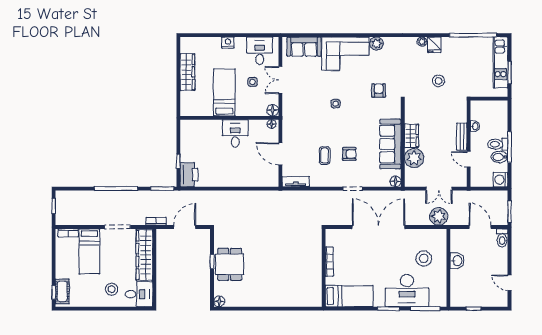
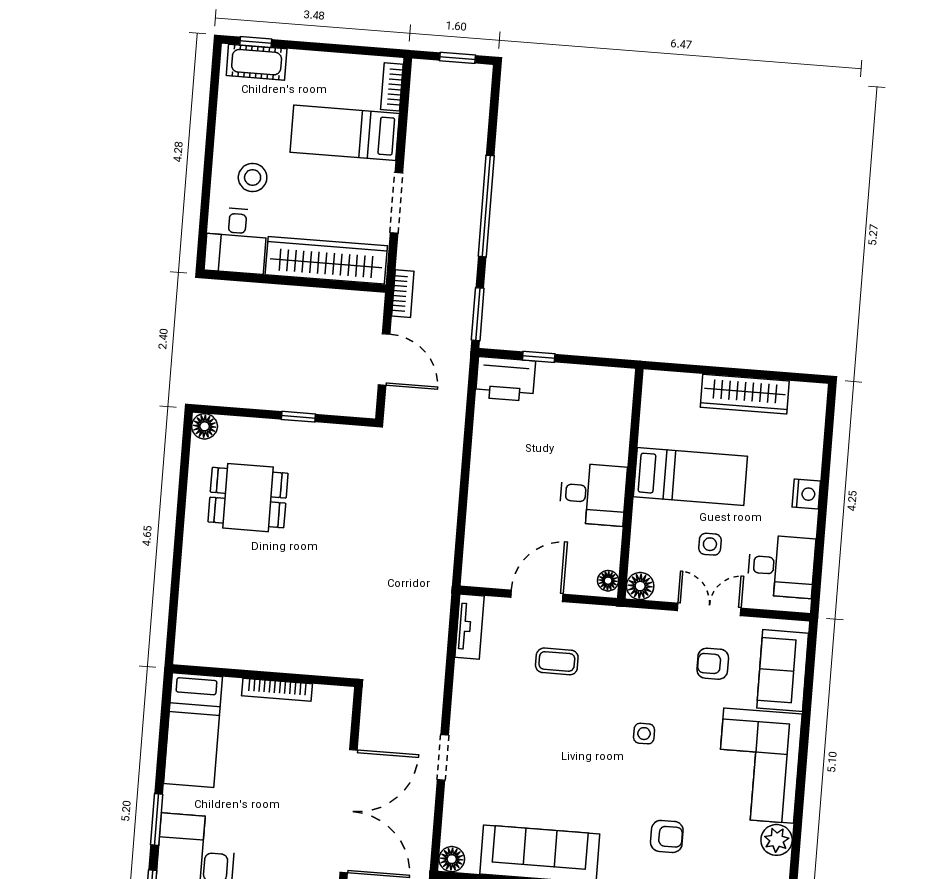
armchair: (349, 154) -> (713, 664), moved, turned 90
coffee table: (325, 156) -> (557, 661), moved
dining table: (230, 264) -> (248, 498), moved

